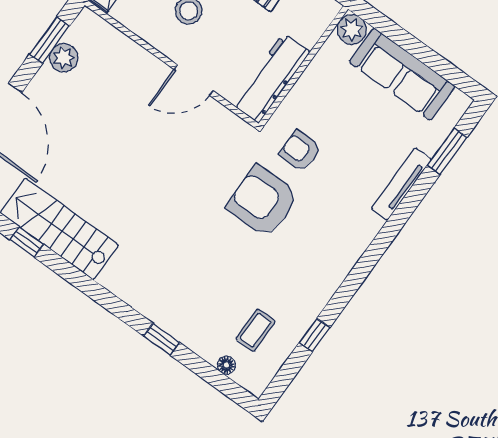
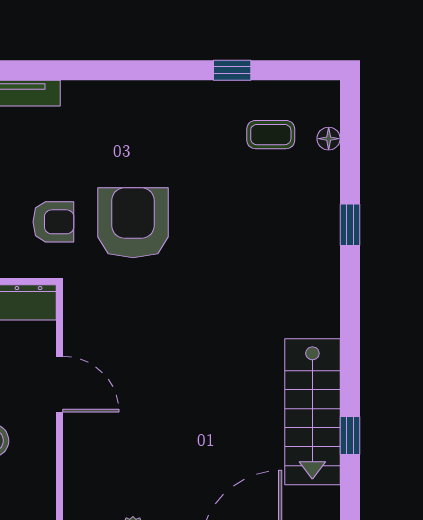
armchair: (300, 151) -> (53, 222), turned -90
armchair: (263, 201) -> (133, 223), turned 180

